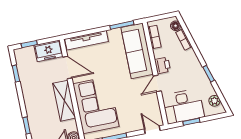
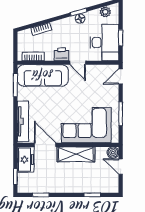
floor lamp: (176, 26) -> (80, 19), moved
door: (67, 67) -> (45, 145), hinge flipped

